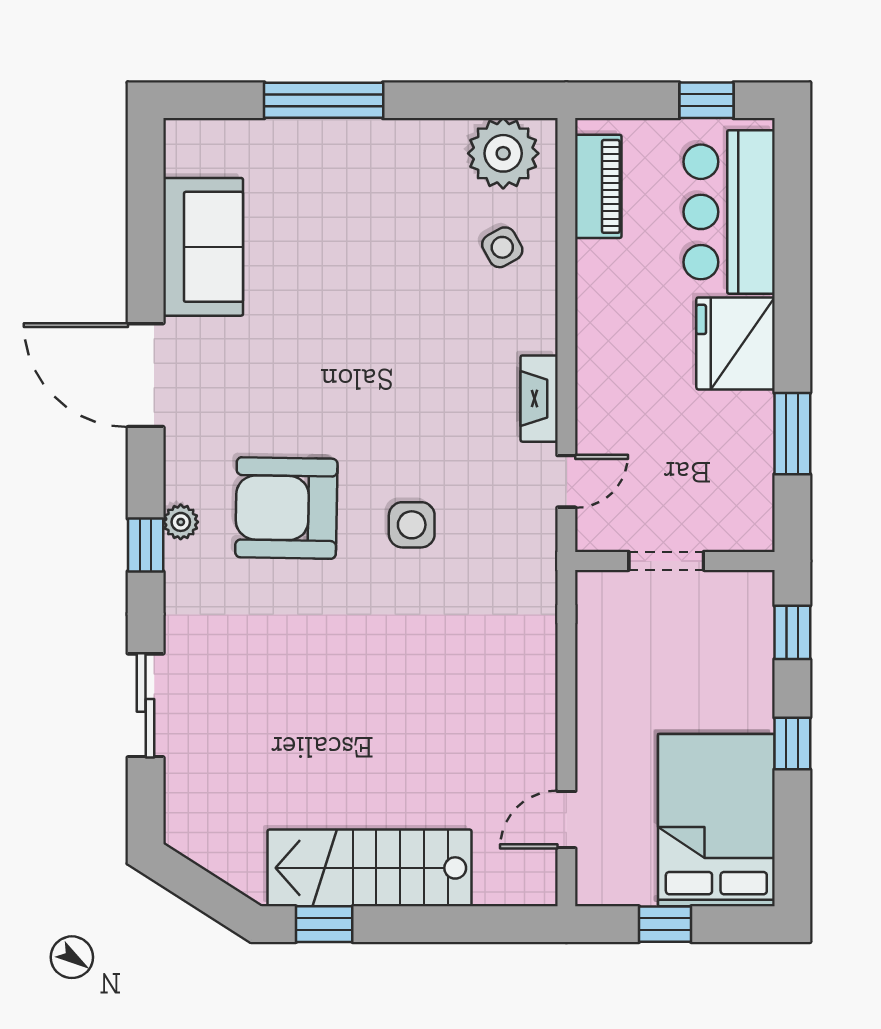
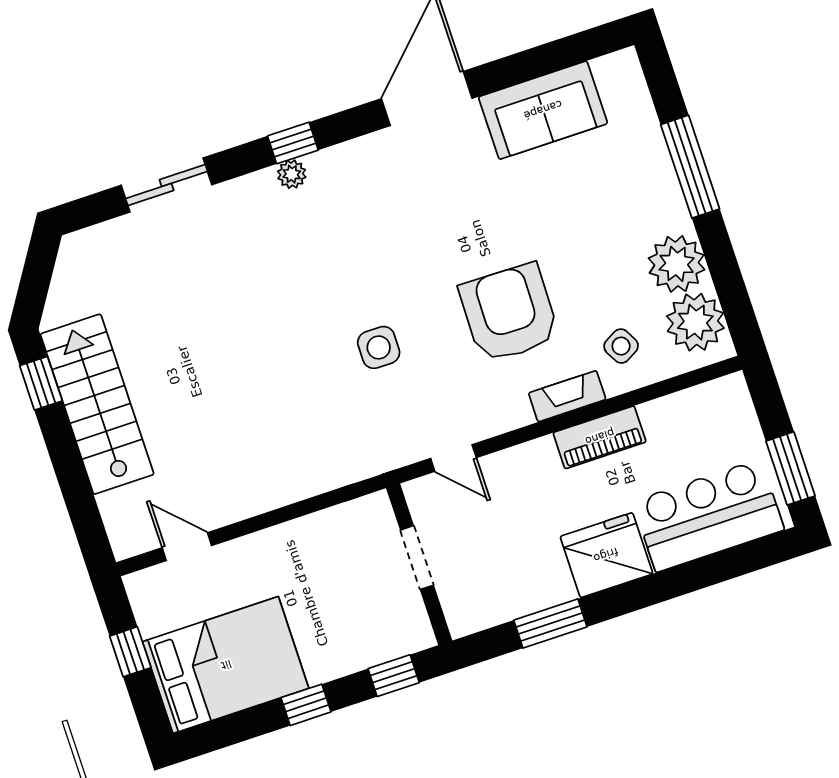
window: (706, 100) -> (791, 468), width x1.50
plant: (430, 153) -> (677, 264), added
piano: (598, 186) -> (600, 437), moved
fireplace: (539, 399) -> (567, 396), moved
armchair: (286, 508) -> (509, 313), moved
plant: (181, 522) -> (292, 174), moved

